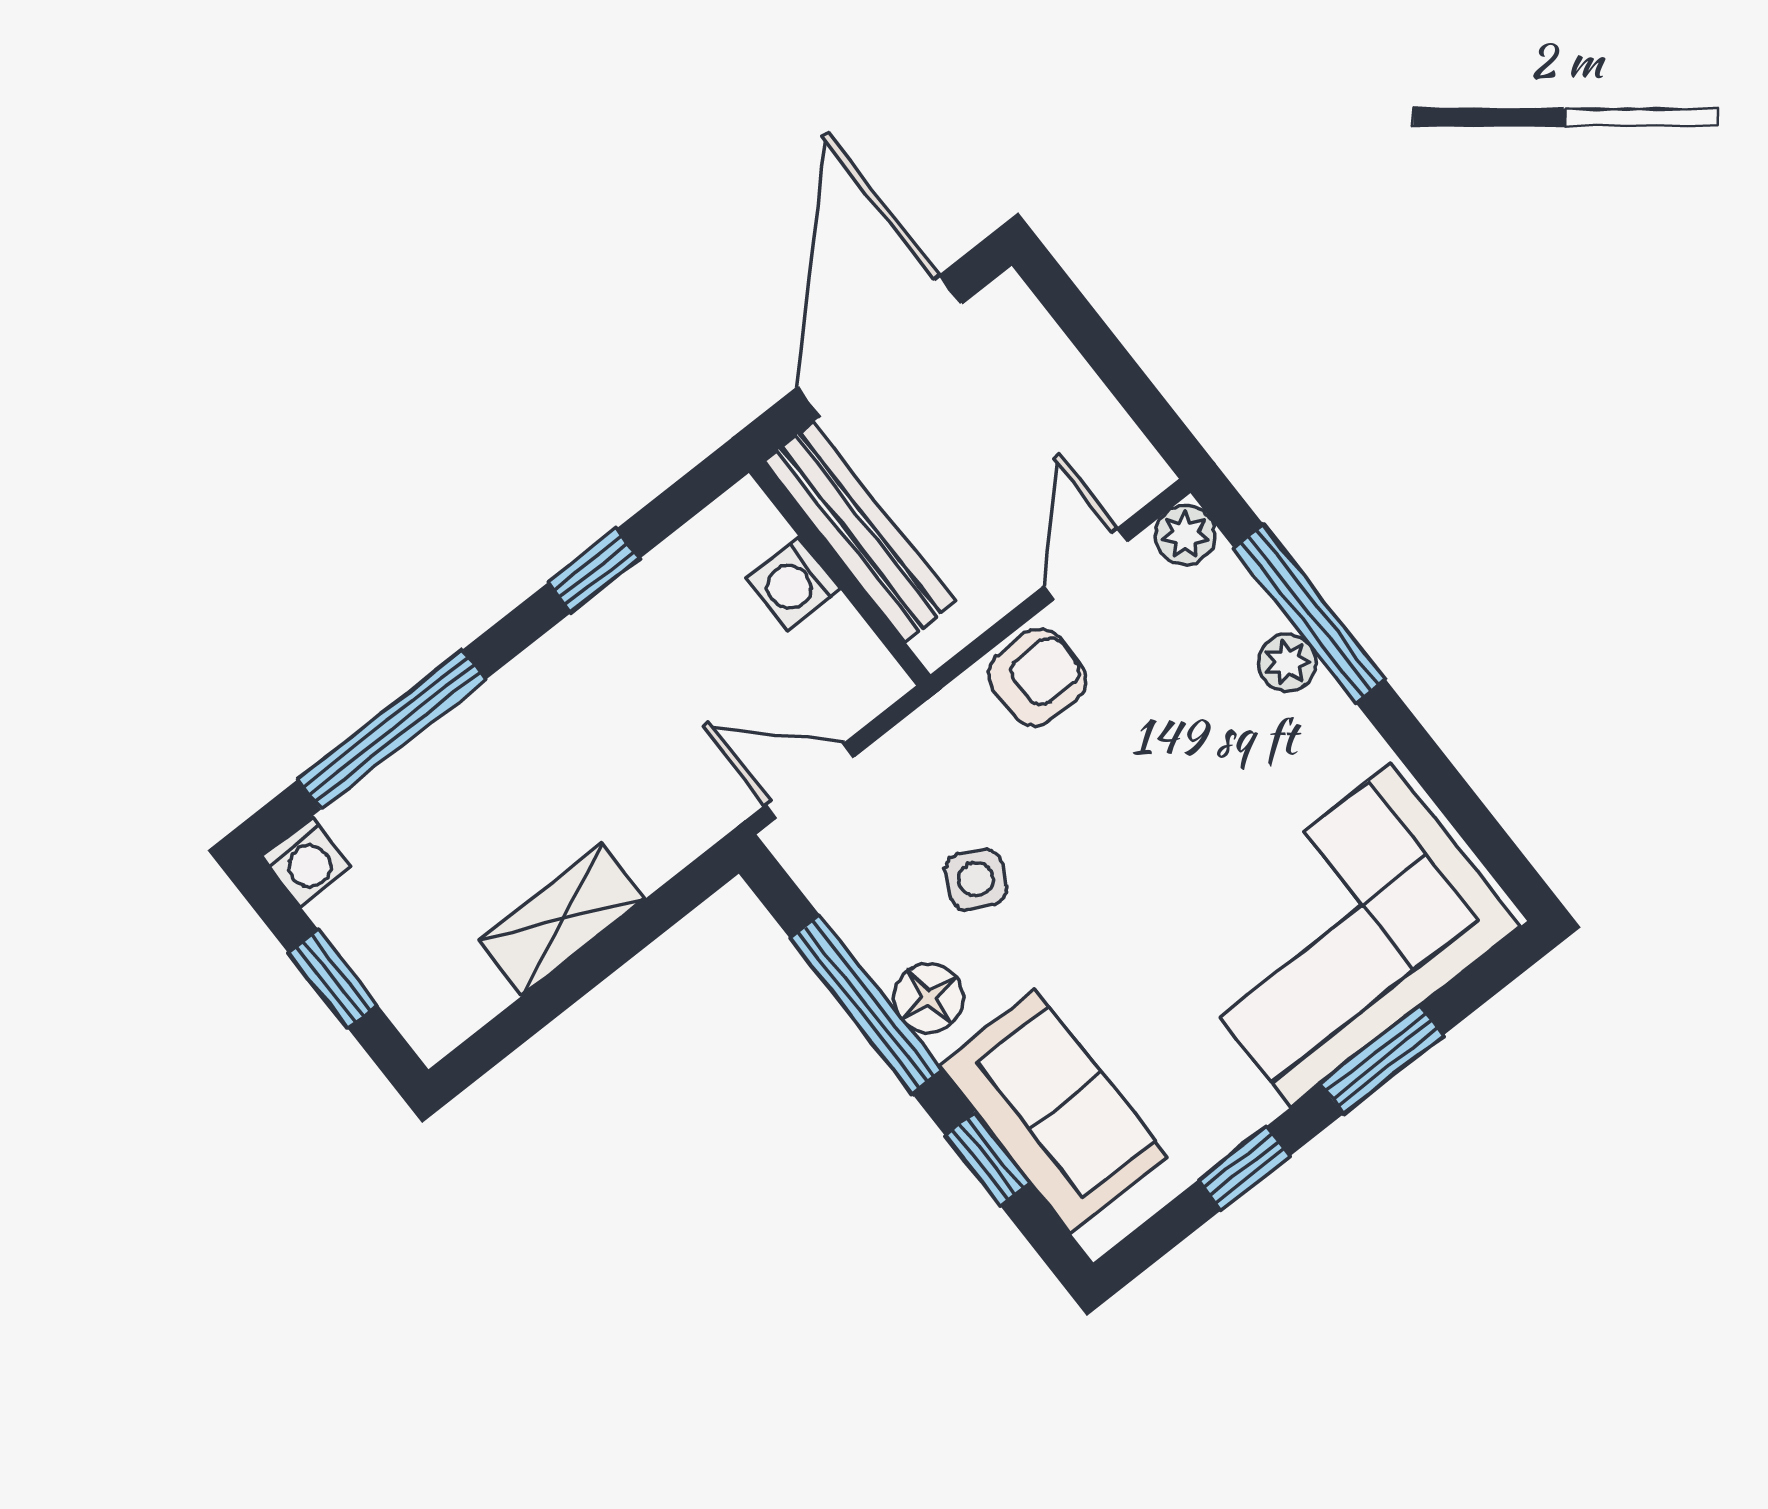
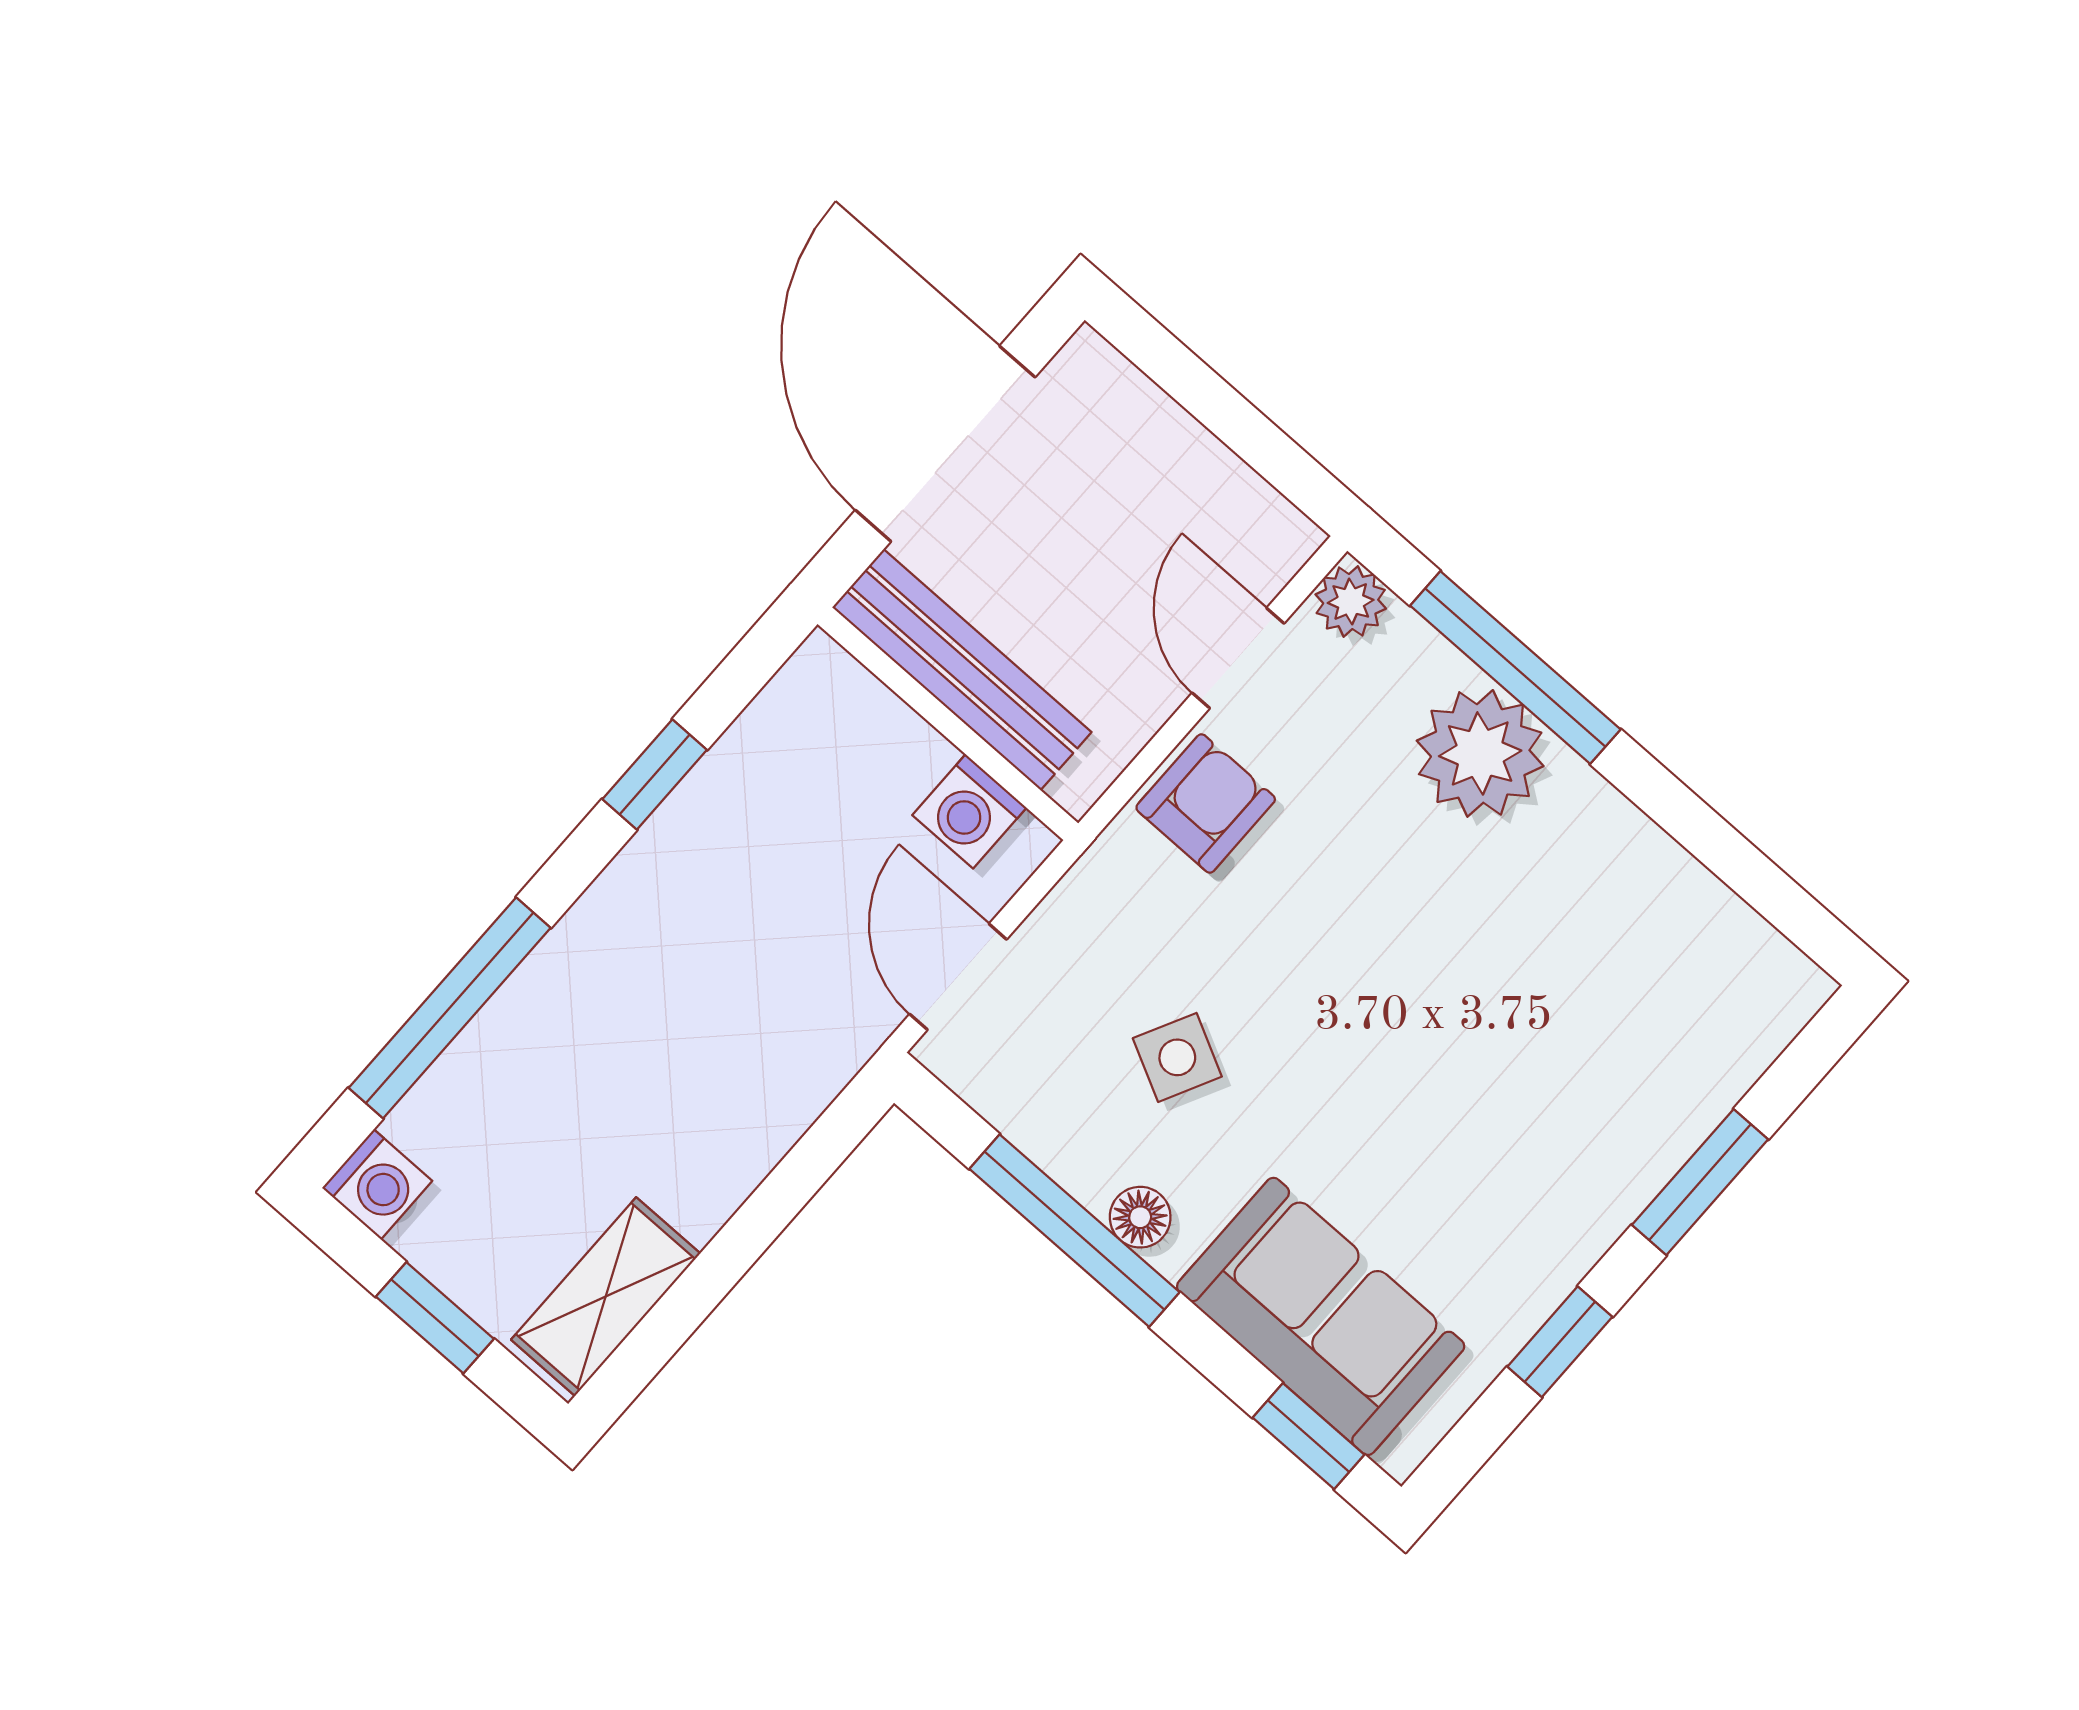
washing machine: (793, 584) -> (969, 811), moved
plant: (1287, 662) -> (1480, 753), width x1.87, depth x1.87
door: (810, 781) -> (958, 977), hinge flipped
shelving: (562, 919) -> (606, 1297), moved
corner sofa: (1341, 935) -> (1624, 1043), removed
floor lamp: (929, 998) -> (1140, 1217), width x0.73, depth x0.73
window: (987, 1159) -> (1309, 1436), moved

